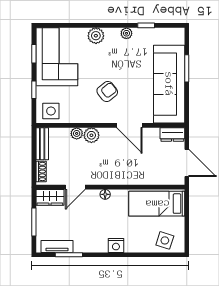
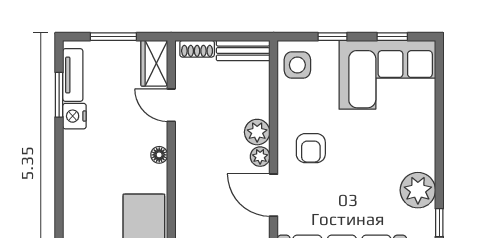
plant: (126, 33) -> (418, 190), width x1.88, depth x1.88
plant: (96, 36) -> (422, 139), removed
armchair: (107, 92) -> (311, 148), moved, turned 38
door: (129, 125) -> (274, 195), hinge flipped
plant: (77, 133) -> (260, 157), moved
nightstand: (116, 245) -> (74, 116), moved

